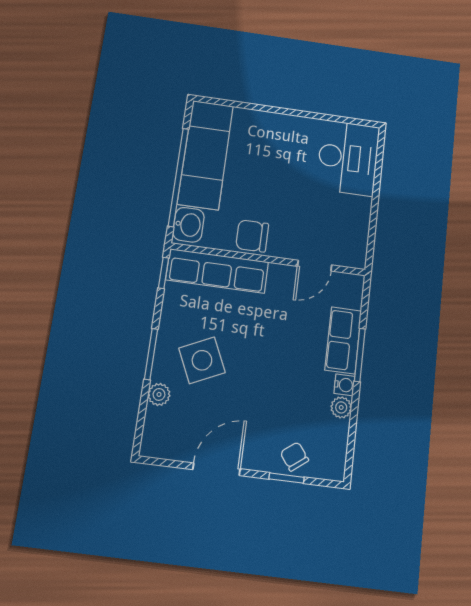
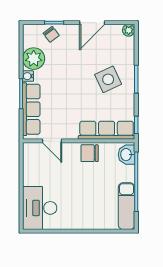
exam couch: (205, 155) -> (127, 206), width x0.73, depth x0.69
chair: (252, 236) -> (90, 153), turned 180
door: (315, 266) -> (52, 141), swing flipped
row of seats: (343, 340) -> (31, 109), width x1.48
plant: (159, 394) -> (129, 30), moved
plant: (341, 407) -> (34, 59), width x1.87, depth x1.87

